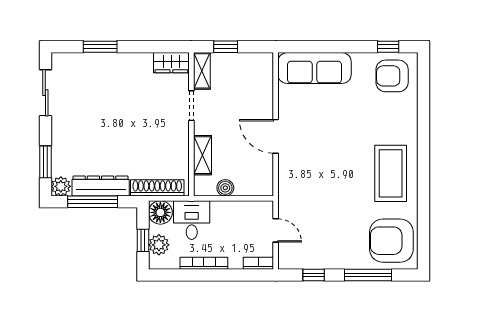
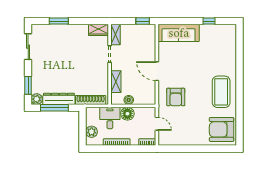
window: (226, 47) -> (143, 21), moved
window: (388, 47) -> (209, 21), moved
armchair: (392, 76) -> (176, 97), moved, turned -90
floor lamp: (160, 212) -> (127, 114), moved
window: (143, 240) -> (83, 129), removed
window: (314, 275) -> (178, 149), removed
window: (368, 275) -> (208, 149), removed

